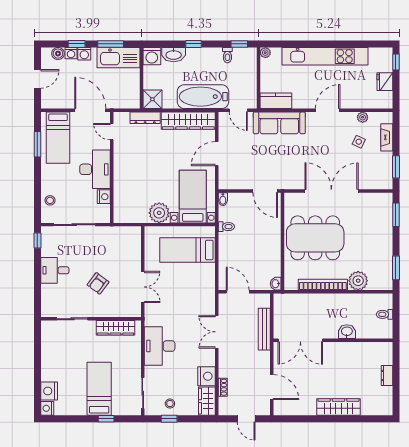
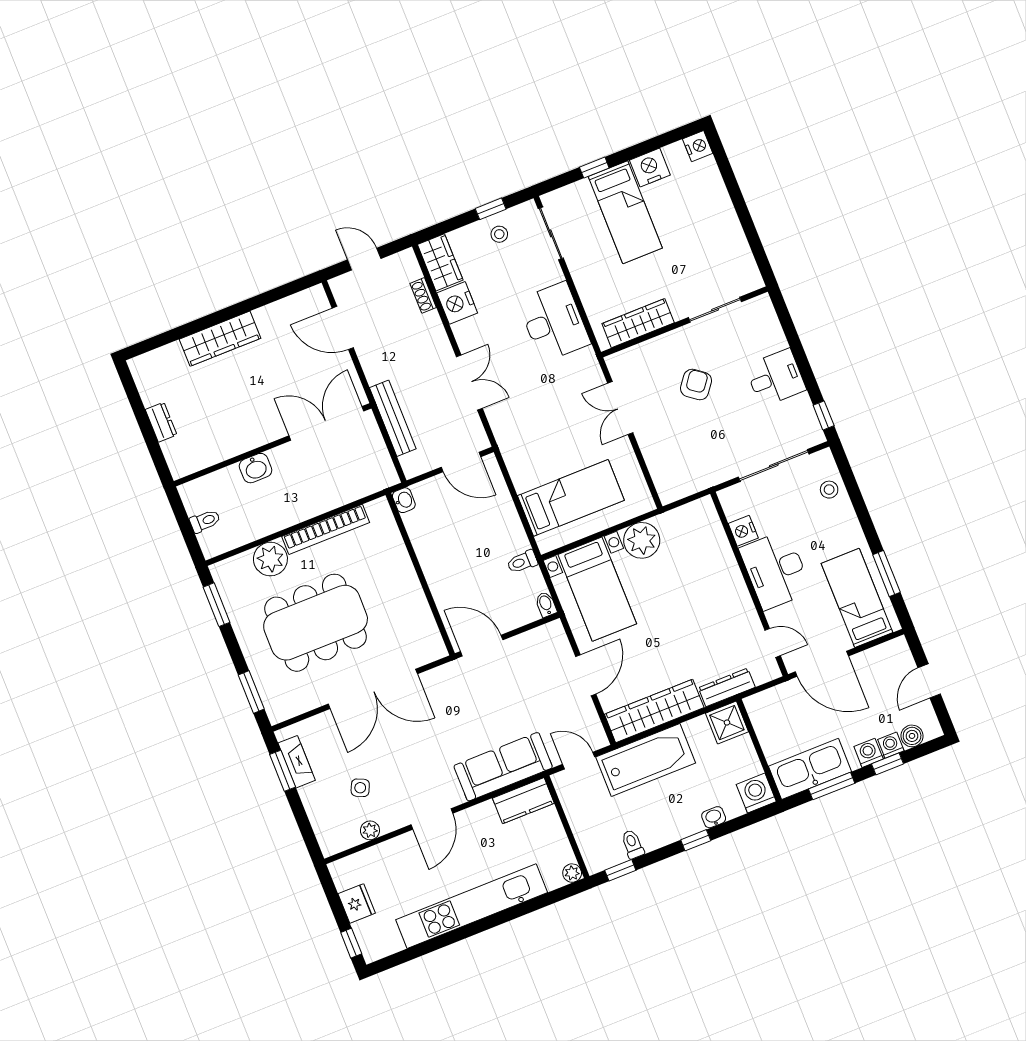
washbasin: (174, 55) -> (714, 817), width x0.52, depth x0.69
fireplace: (387, 137) -> (297, 762), moved
dining table: (315, 238) -> (316, 623), moved
nightstand: (49, 391) -> (650, 168), moved, turned -90

